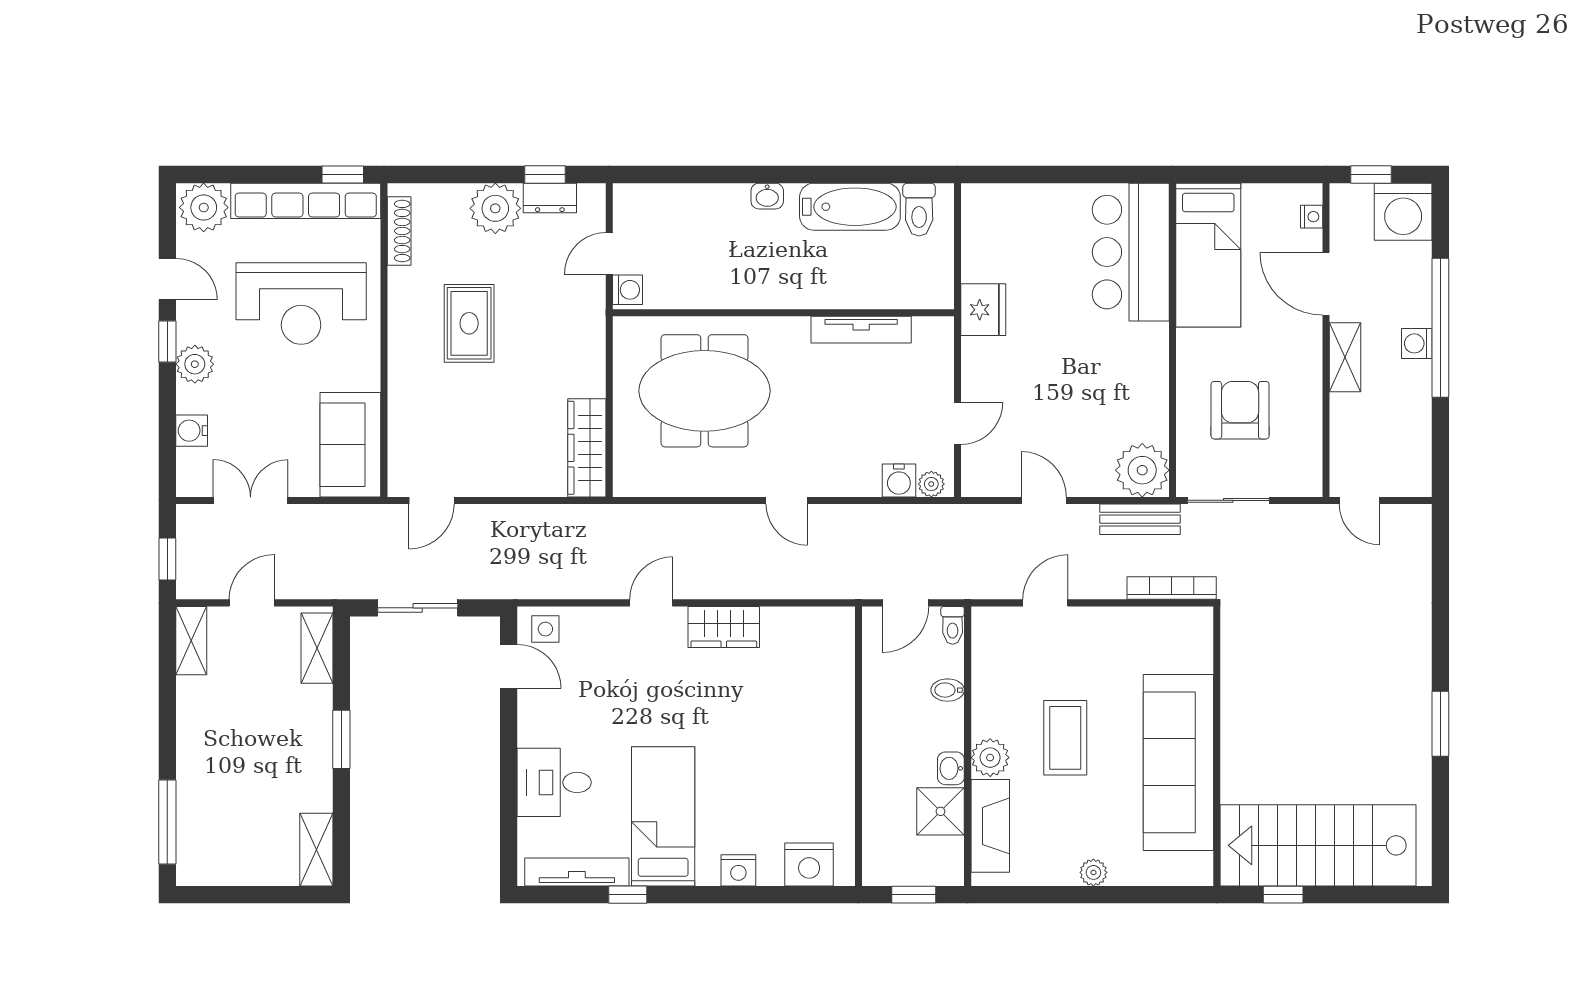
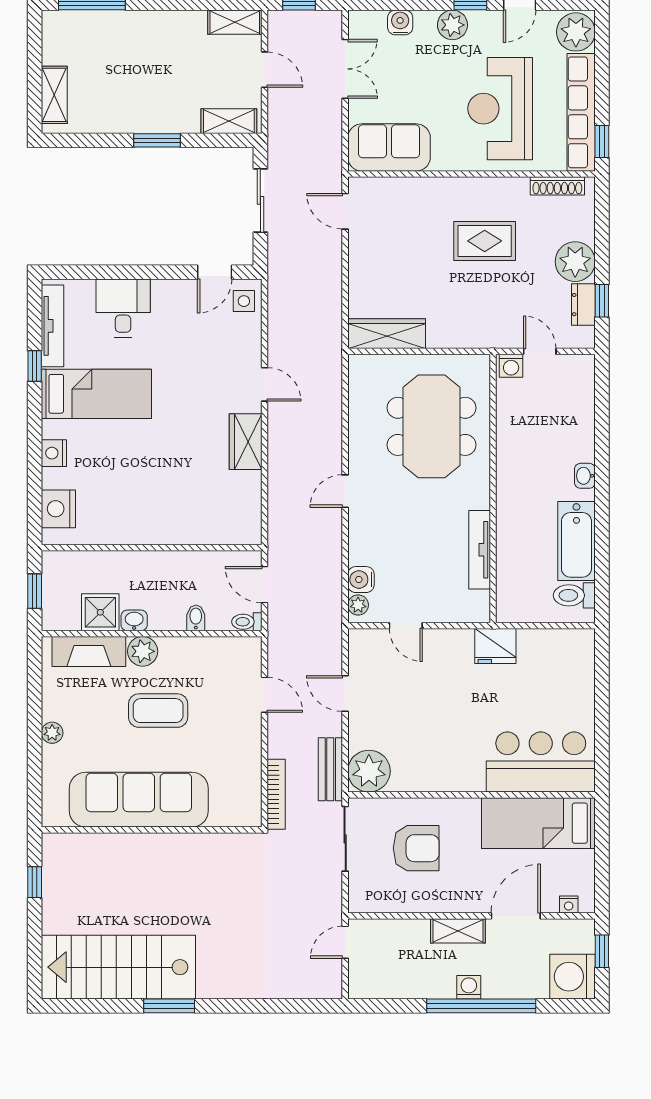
door: (1044, 500) -> (345, 694), swing flipped
stairs: (1318, 845) -> (118, 967), moved, turned -90
shelving: (316, 850) -> (54, 95), moved, turned 90

